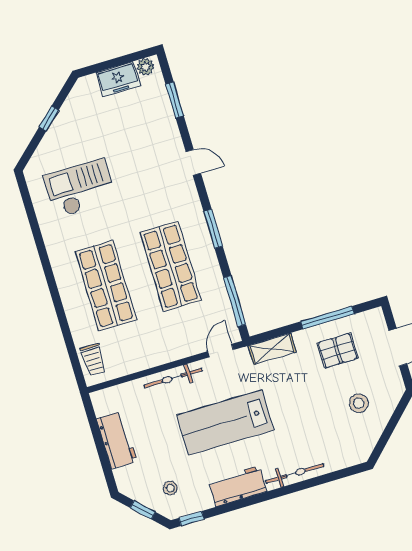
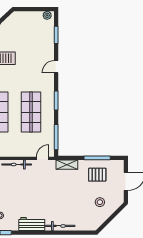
freezer: (118, 79) -> (33, 17), removed
door: (193, 163) -> (56, 67), swing flipped
lab bench: (225, 423) -> (35, 193), removed

